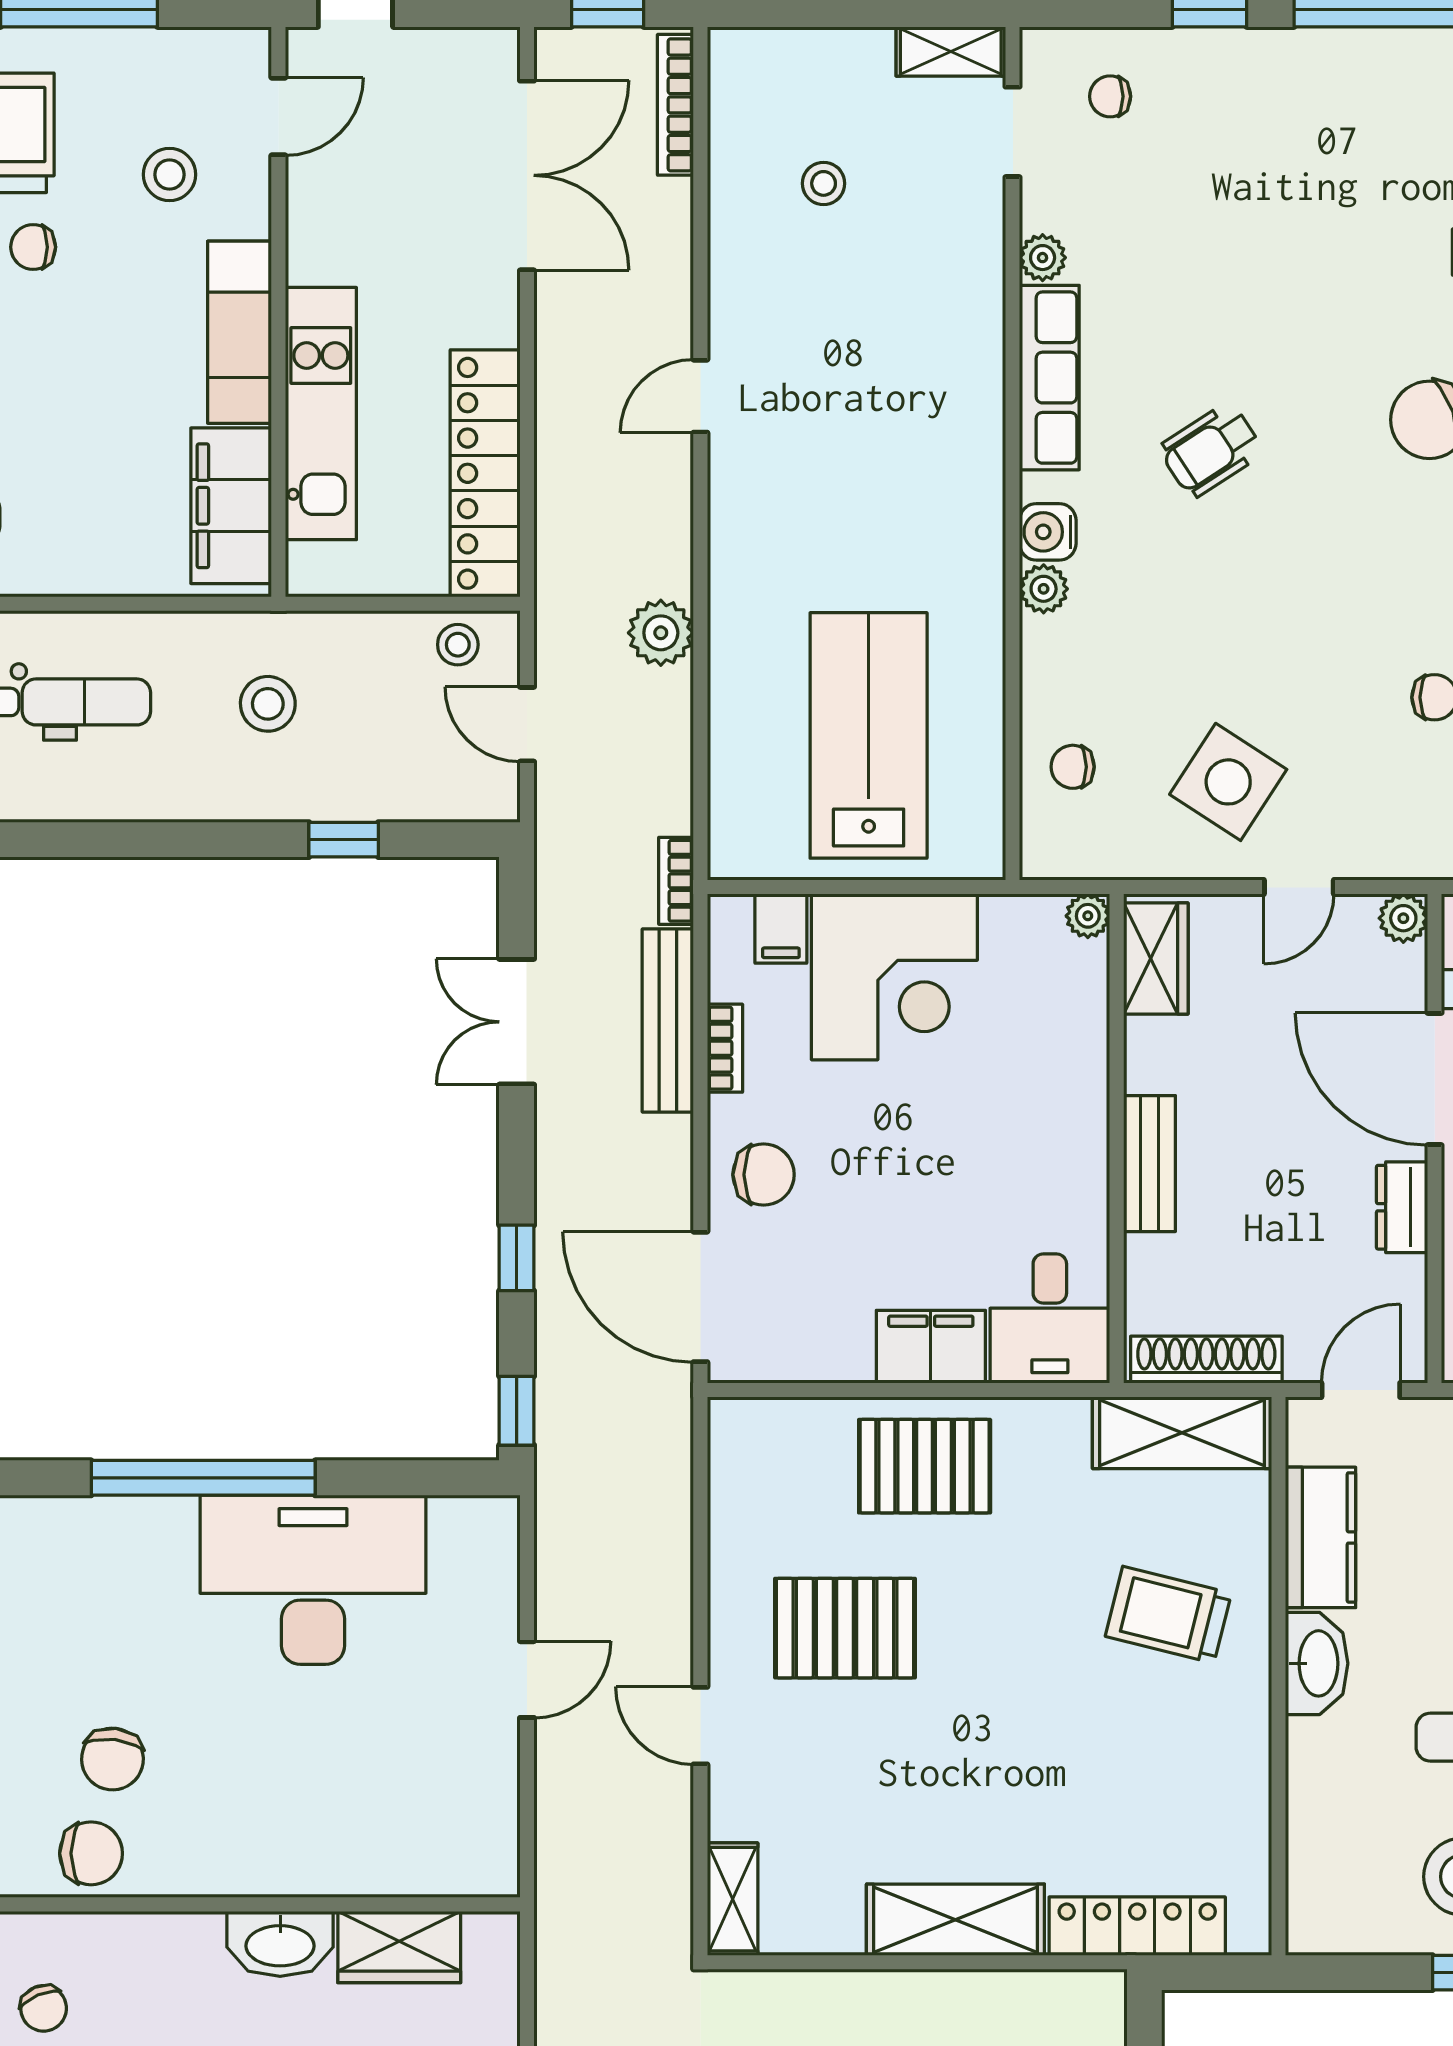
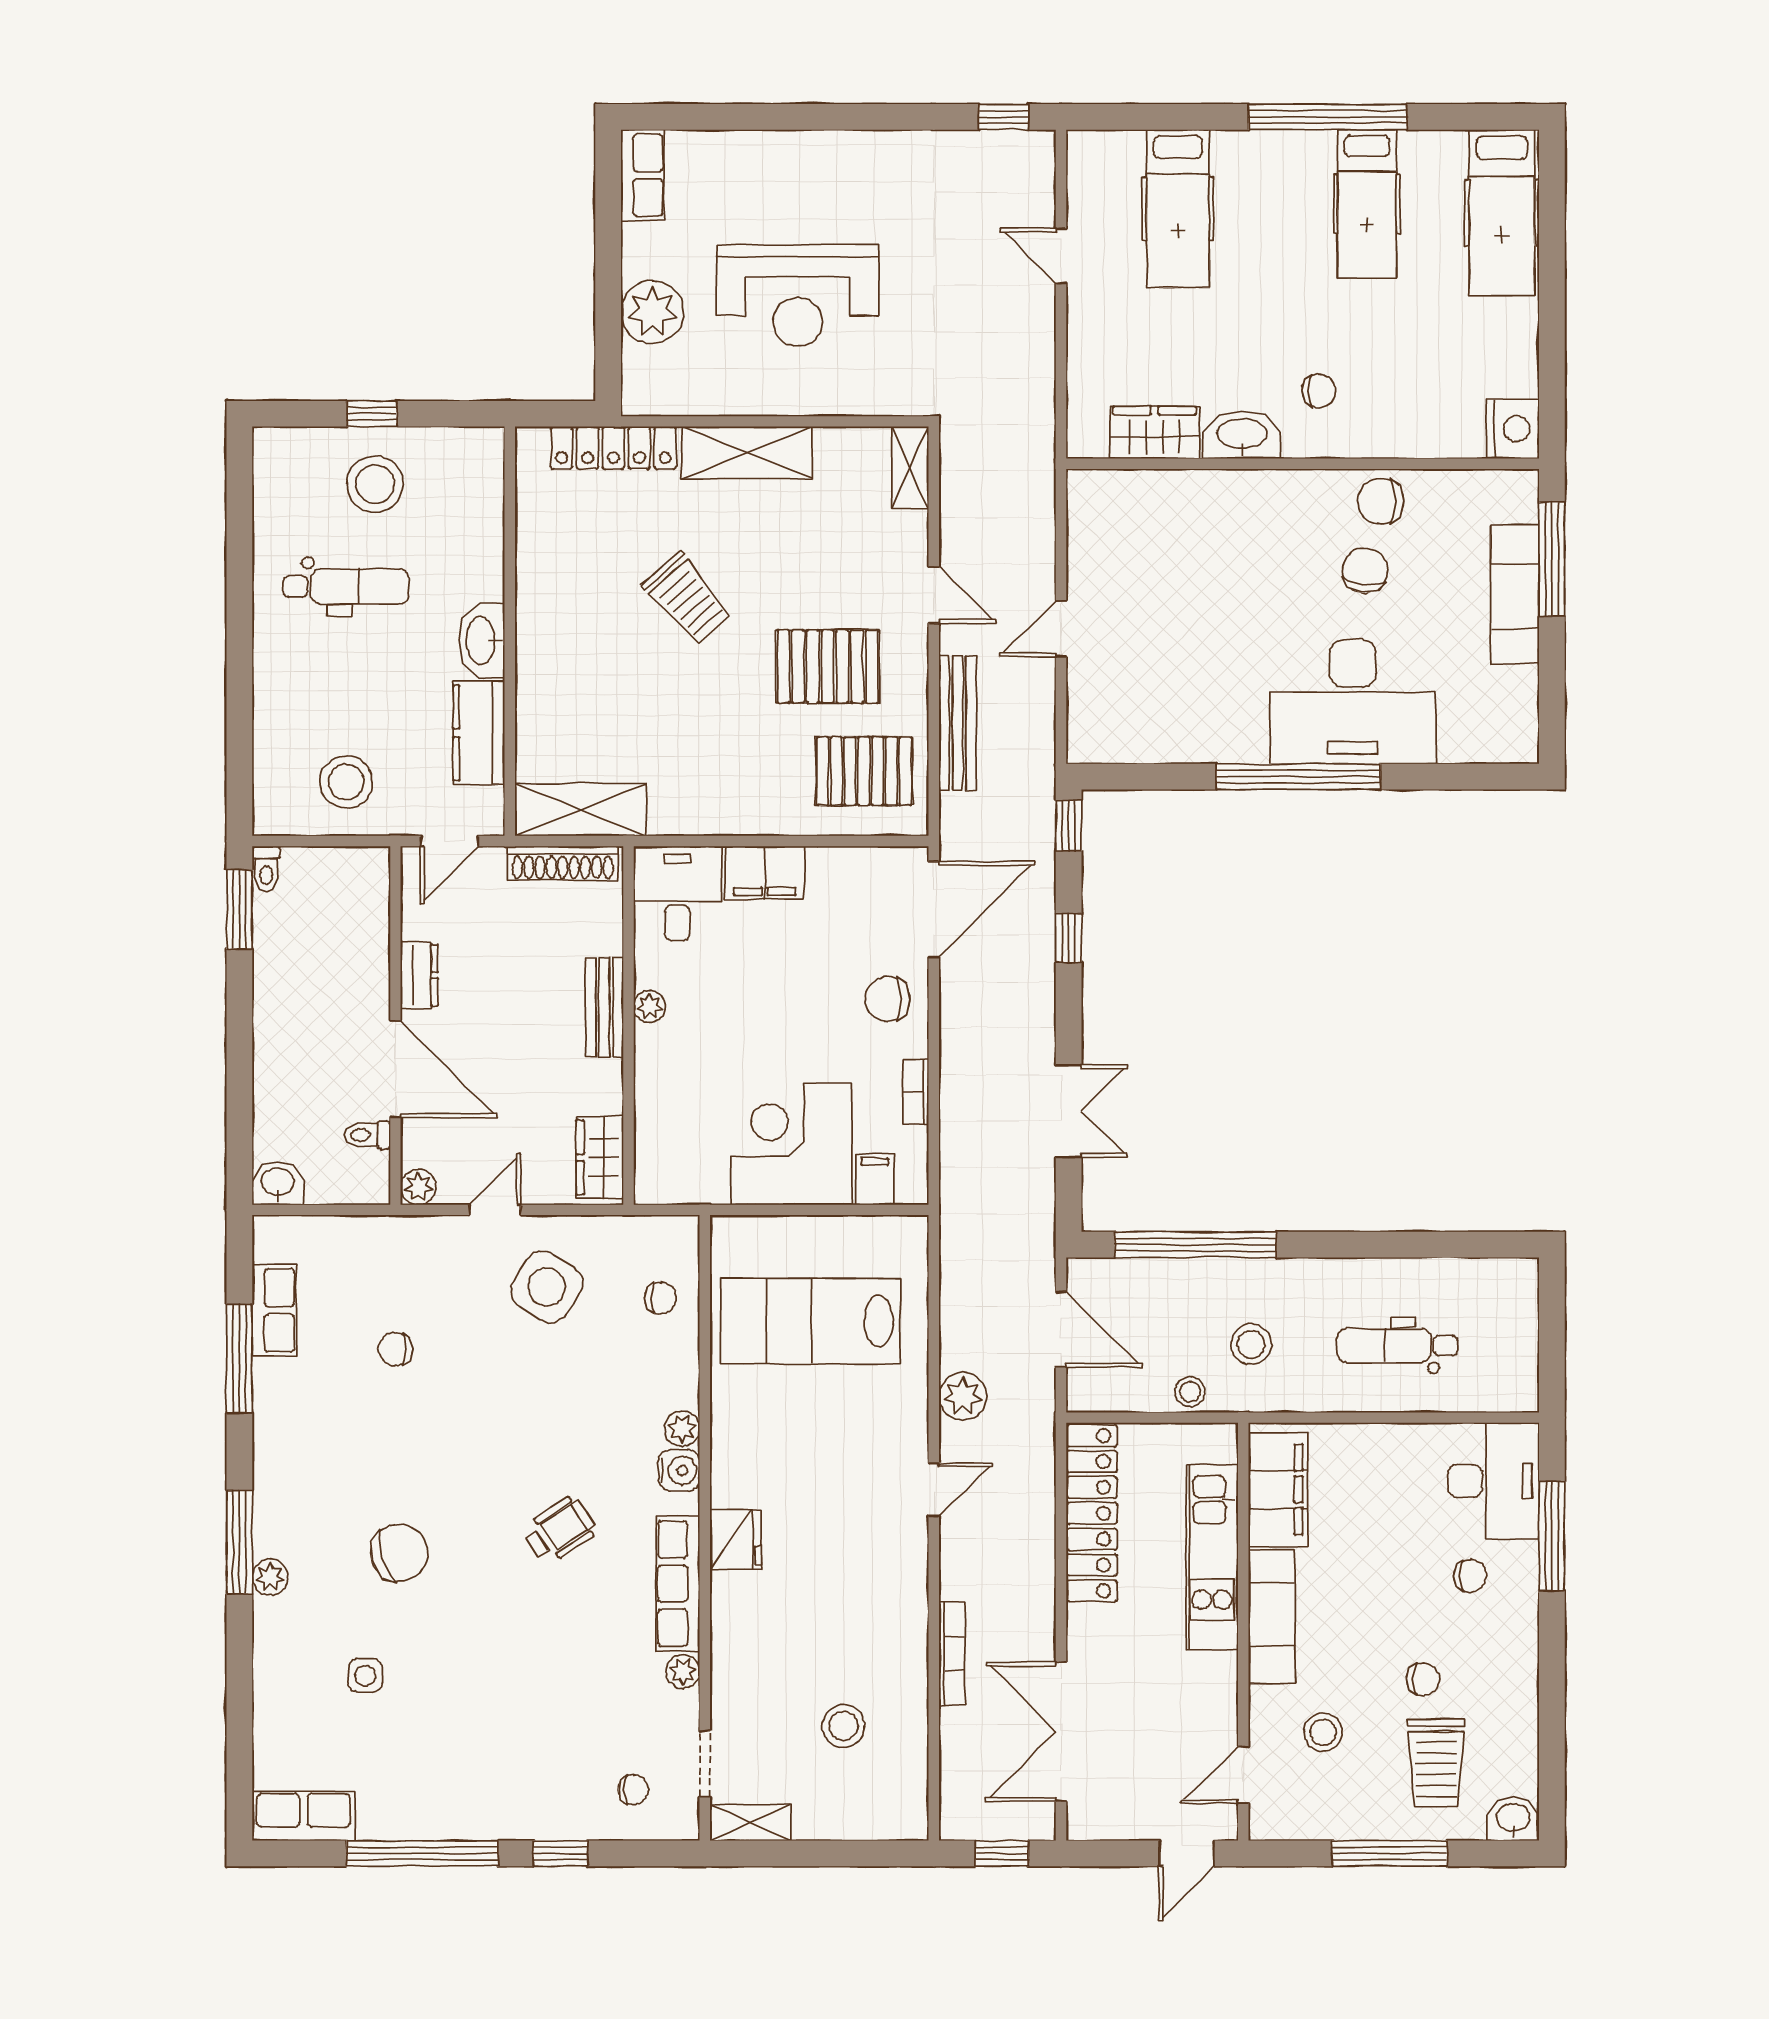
bookcase: (675, 105) -> (952, 1653), moved
stool: (824, 183) -> (843, 1726), width x1.37, depth x1.37
door: (700, 396) -> (934, 1490), moved
fridge: (971, 437) -> (736, 1540), added
stool: (458, 645) -> (1190, 1392), moved
door: (527, 724) -> (1061, 1329), width x1.38
lab bench: (869, 735) -> (810, 1321), turned 90
window: (344, 840) -> (1195, 1245), width x3.17
bookcase: (676, 881) -> (952, 1214), removed
plant: (1088, 916) -> (650, 1006), moved
bench: (668, 1021) -> (958, 723), moved
door: (700, 1297) -> (934, 909), hinge flipped
pallet: (925, 1466) -> (864, 771), moved
desk: (313, 1580) -> (1353, 702), moved
trolley: (1168, 1615) -> (687, 599), moved, turned 35
chair: (44, 2008) -> (1319, 391), moved, turned 113

